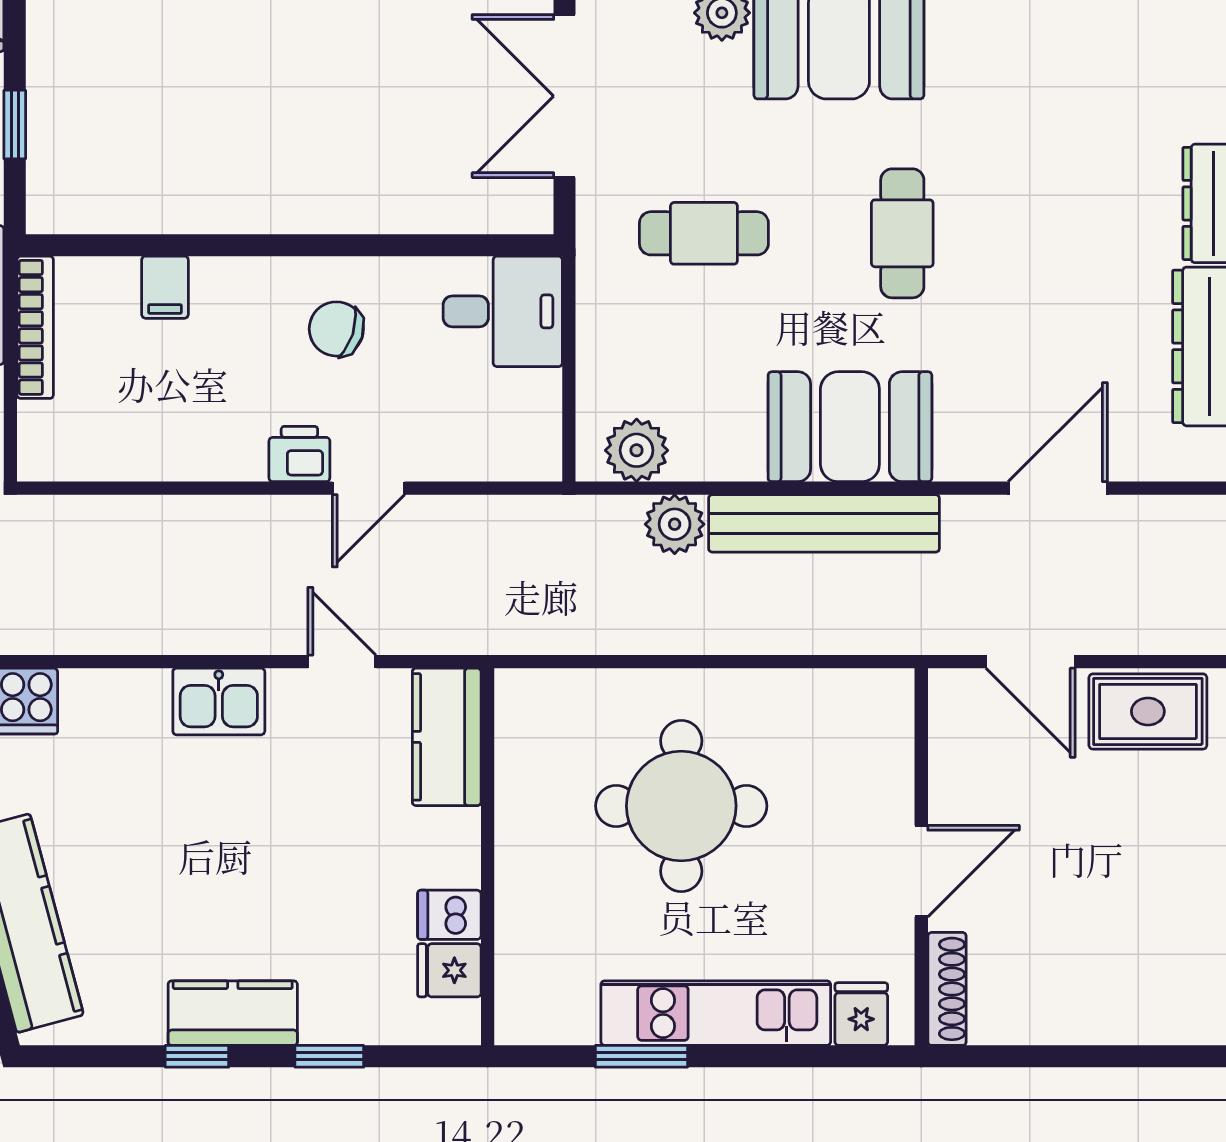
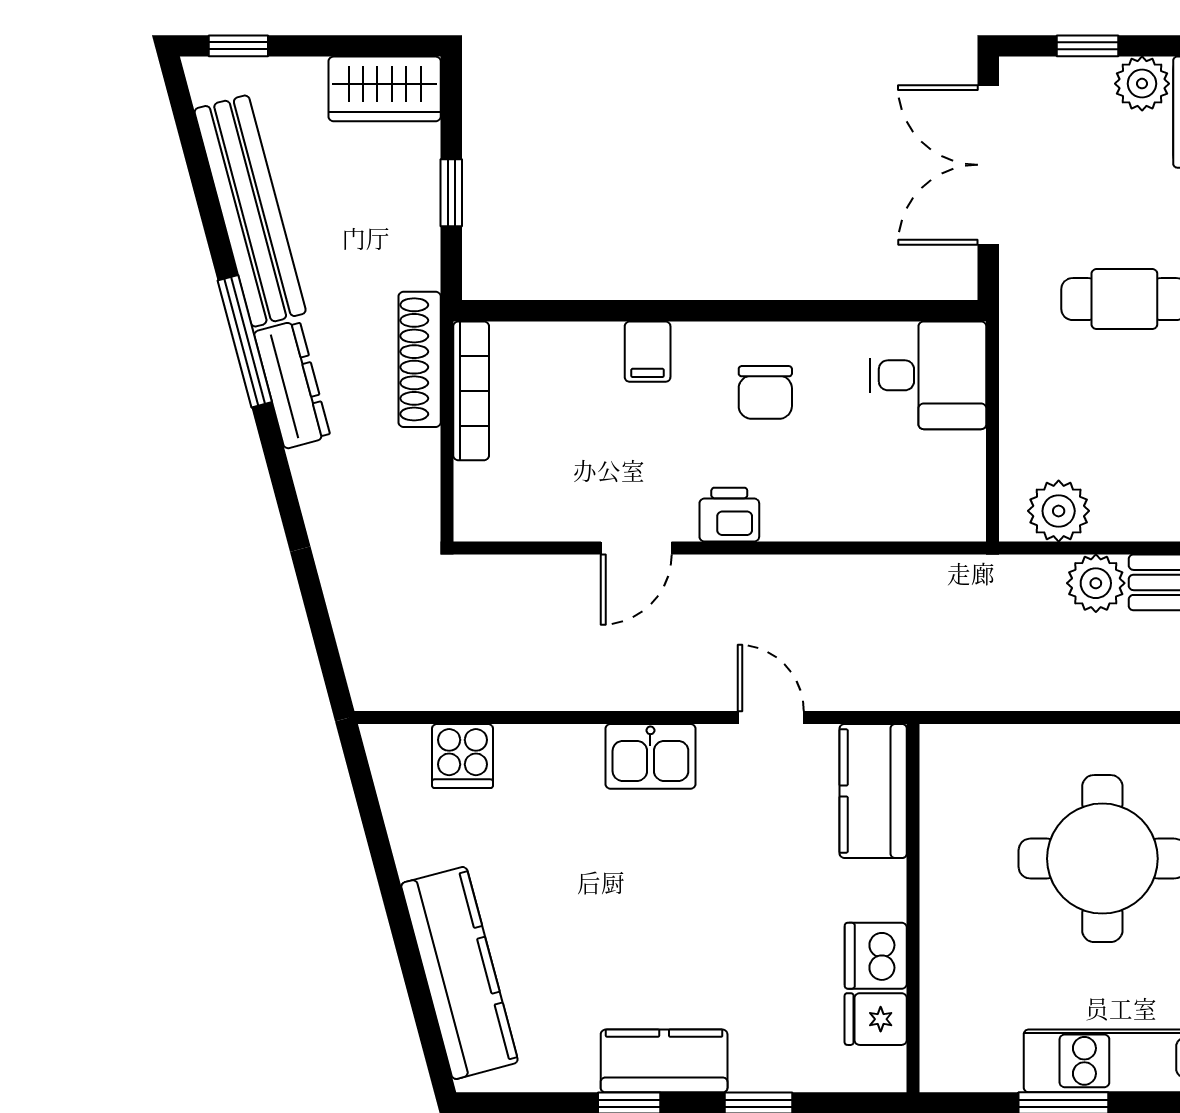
filing cabinet: (165, 287) -> (648, 352), moved
chair: (336, 329) -> (765, 392), turned -108
door: (368, 488) -> (636, 548), moved
dishwasher: (449, 915) -> (876, 956), width x1.38

